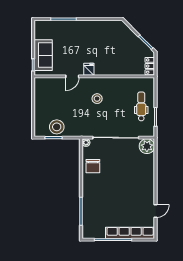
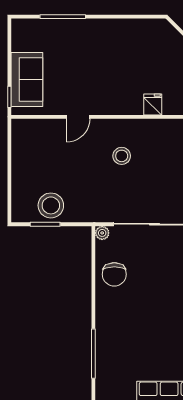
fridge: (89, 69) -> (153, 104), moved

